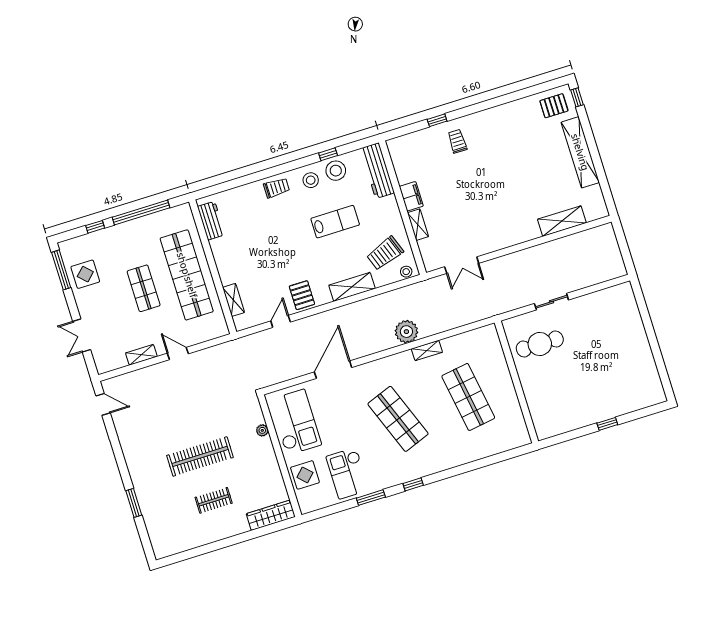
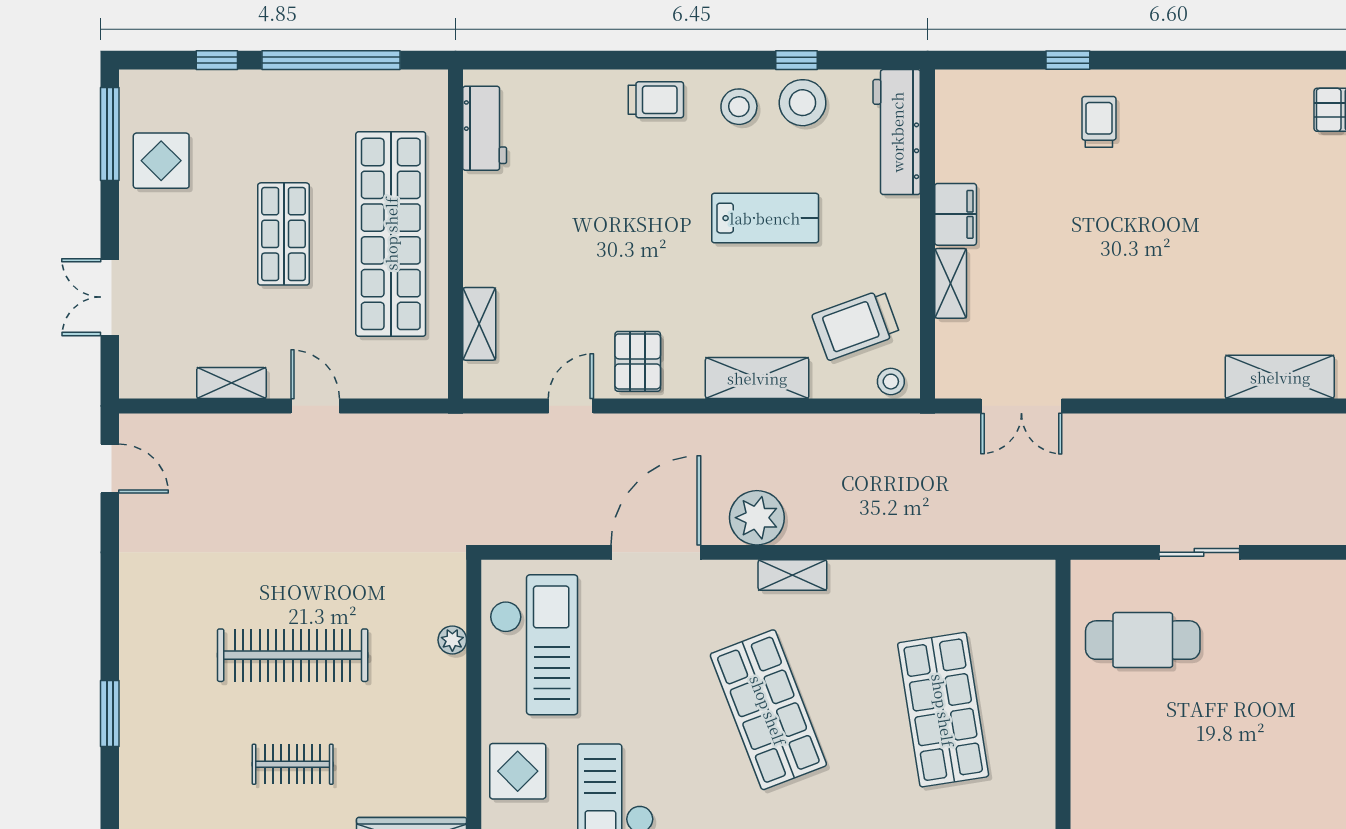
plant: (406, 332) -> (757, 518), moved
shelving: (427, 351) -> (792, 575), moved

